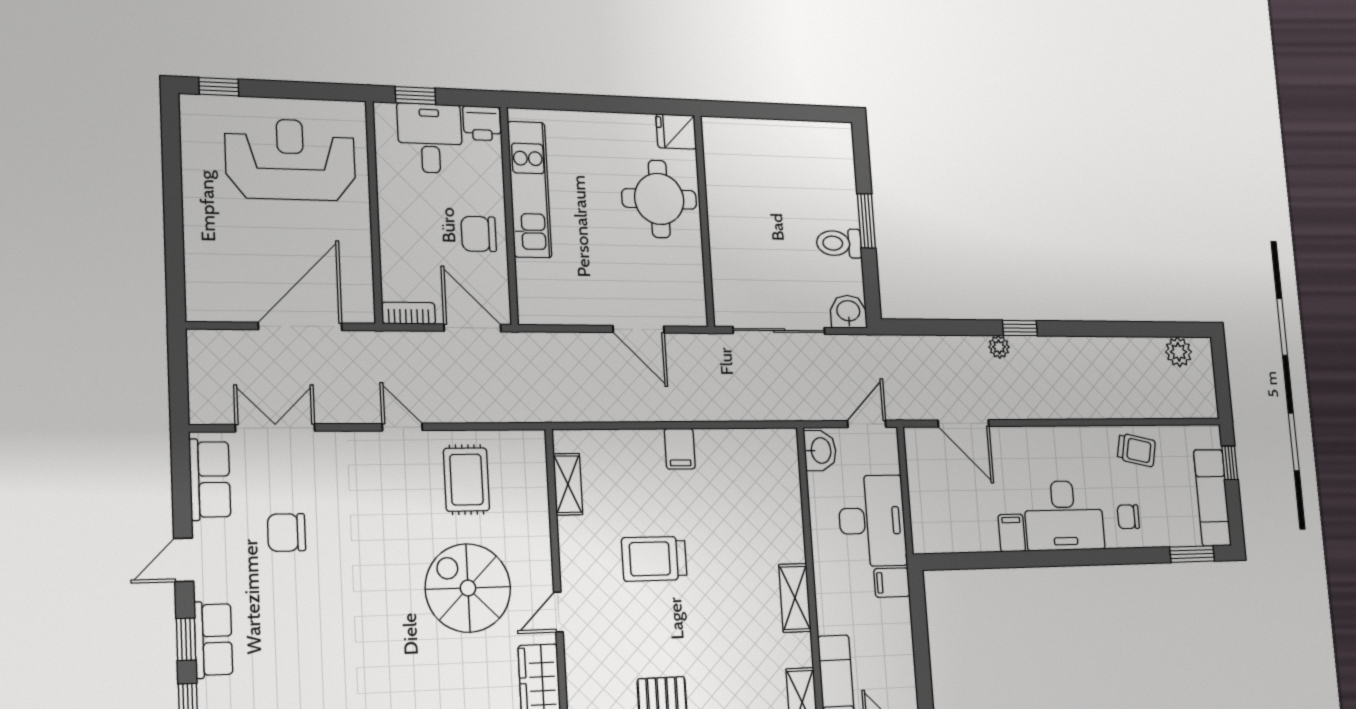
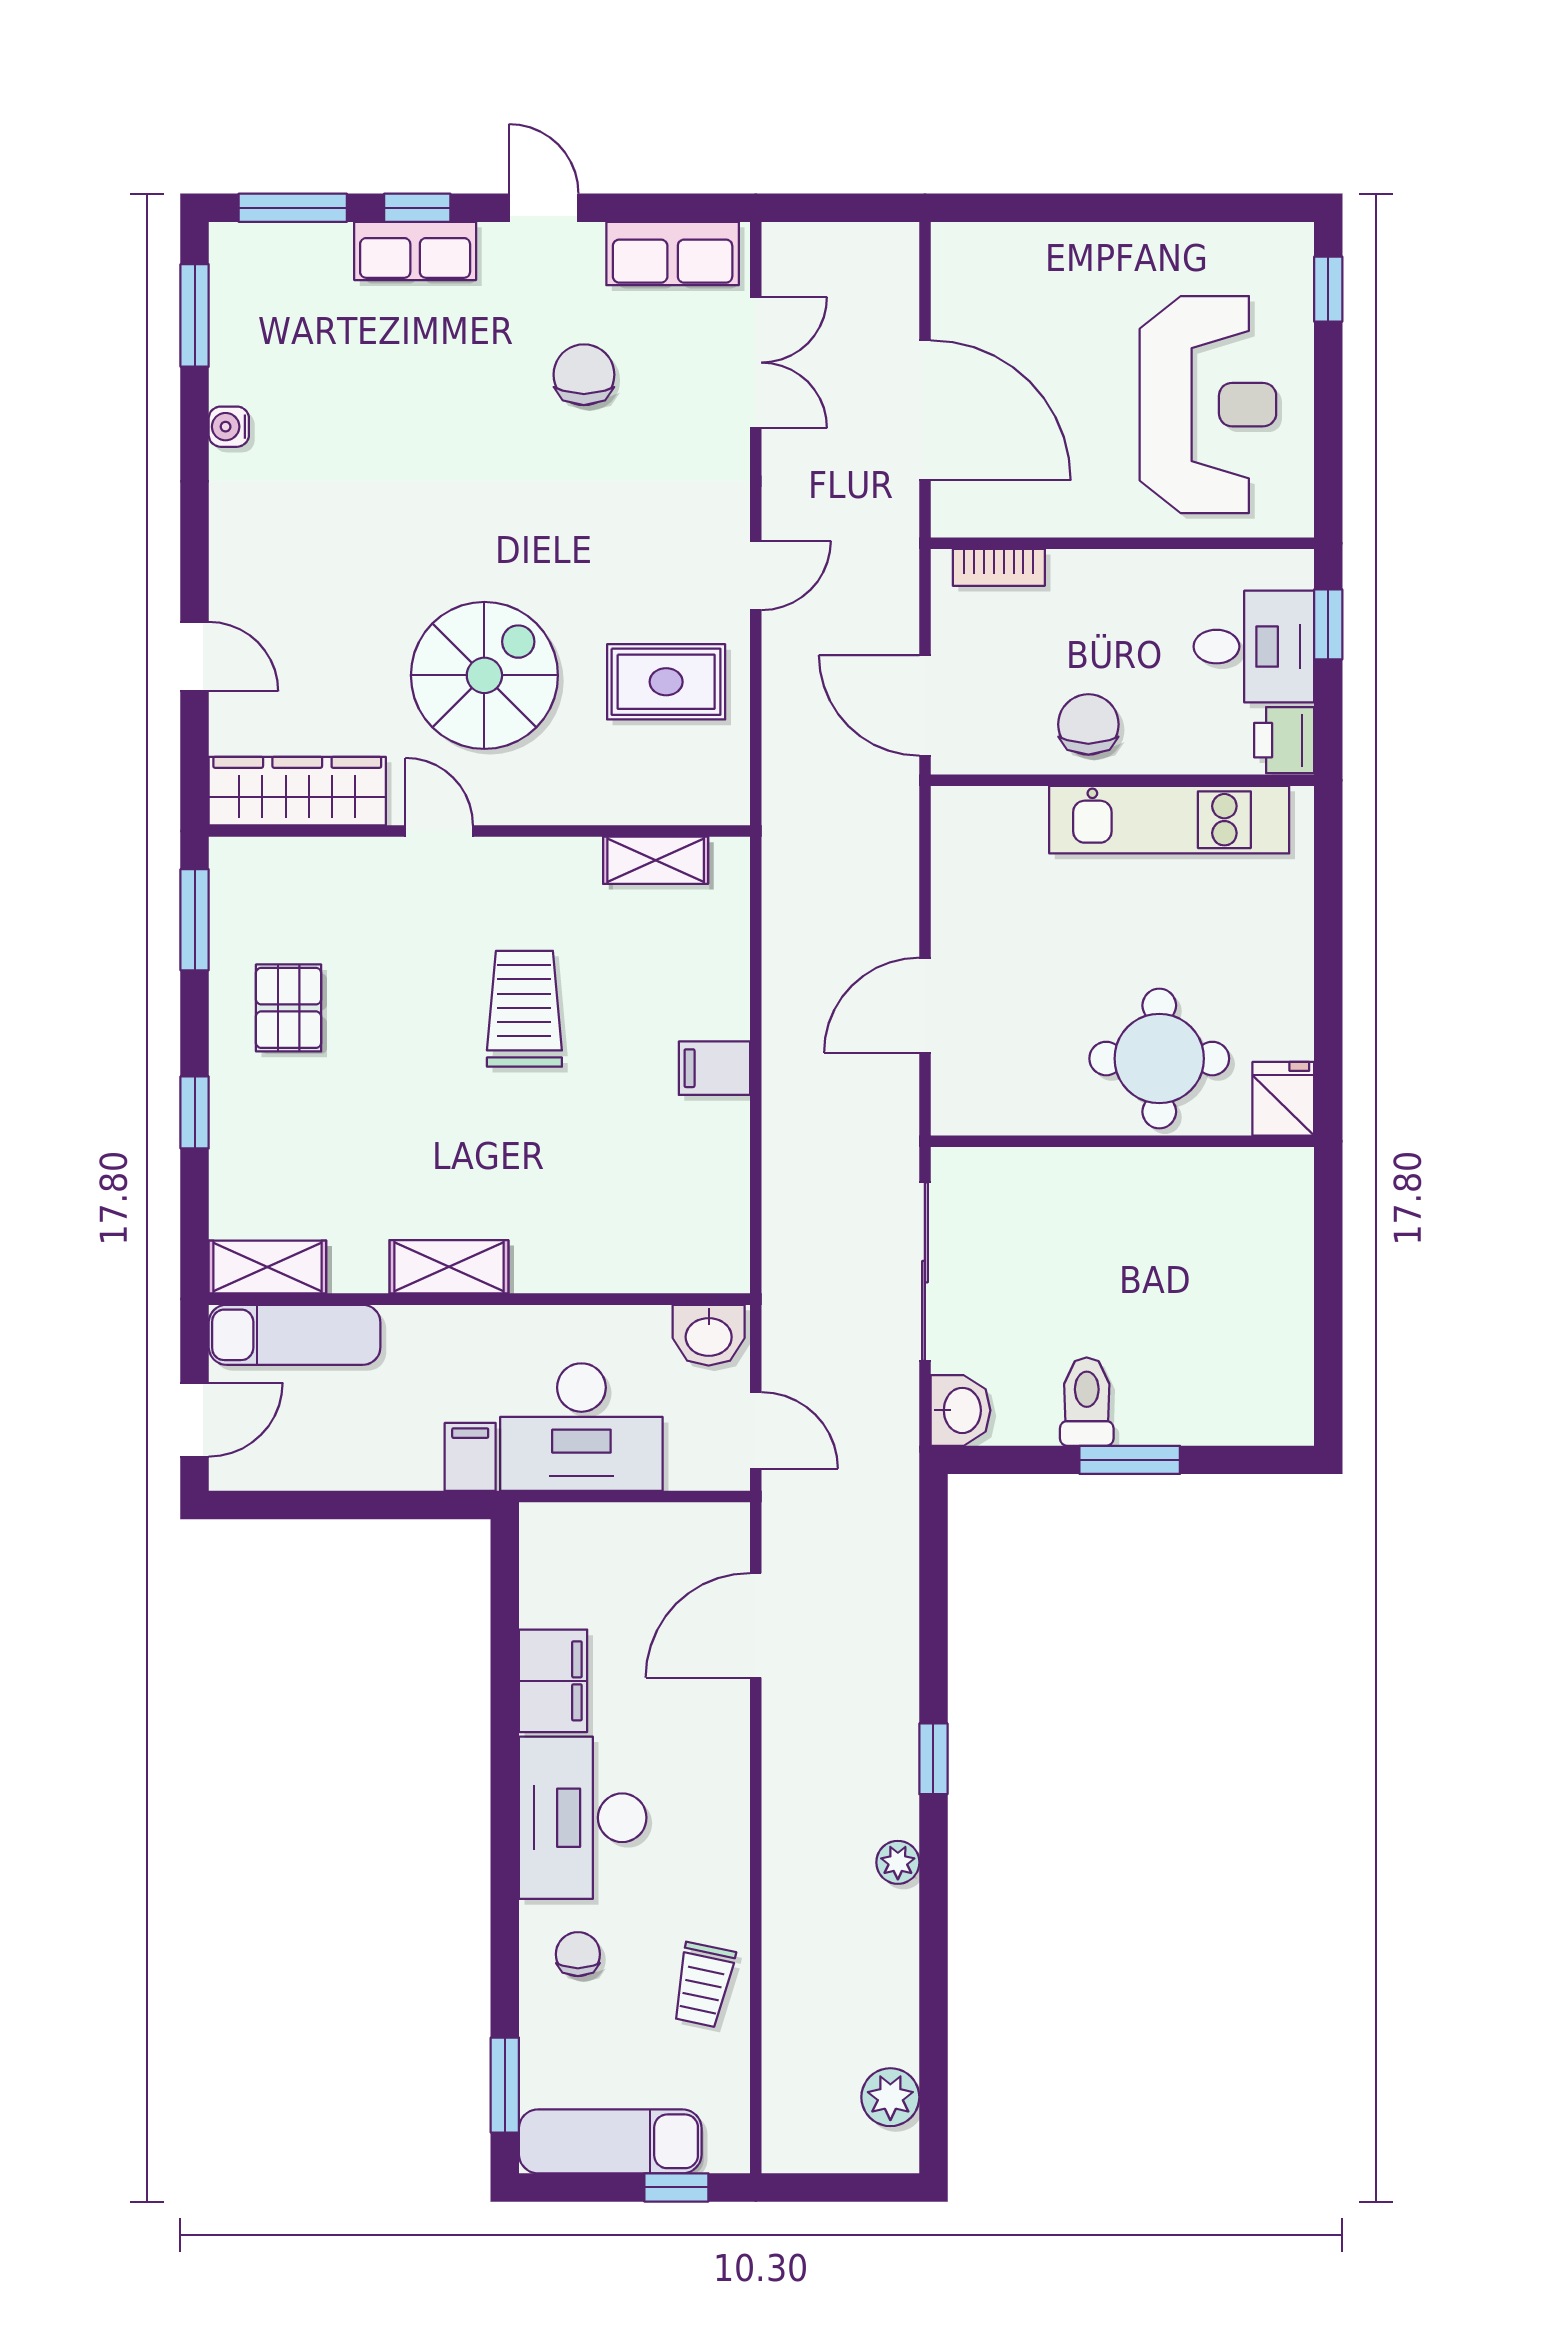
bookcase: (409, 313) -> (999, 567), moved, turned 90
door: (472, 328) -> (925, 705), swing flipped
plant: (999, 347) -> (898, 1862), moved
filing cabinet: (1012, 533) -> (553, 1681), width x2.00

